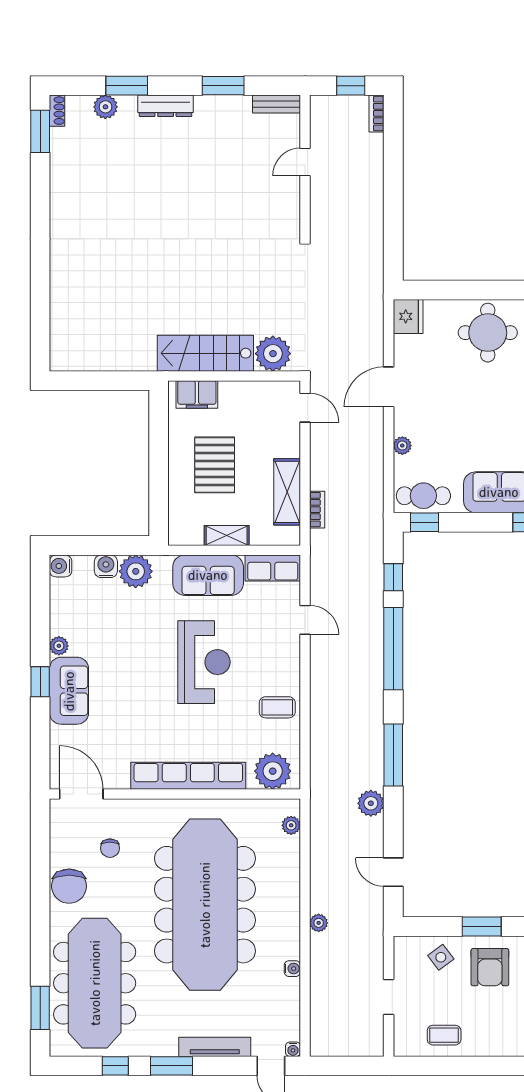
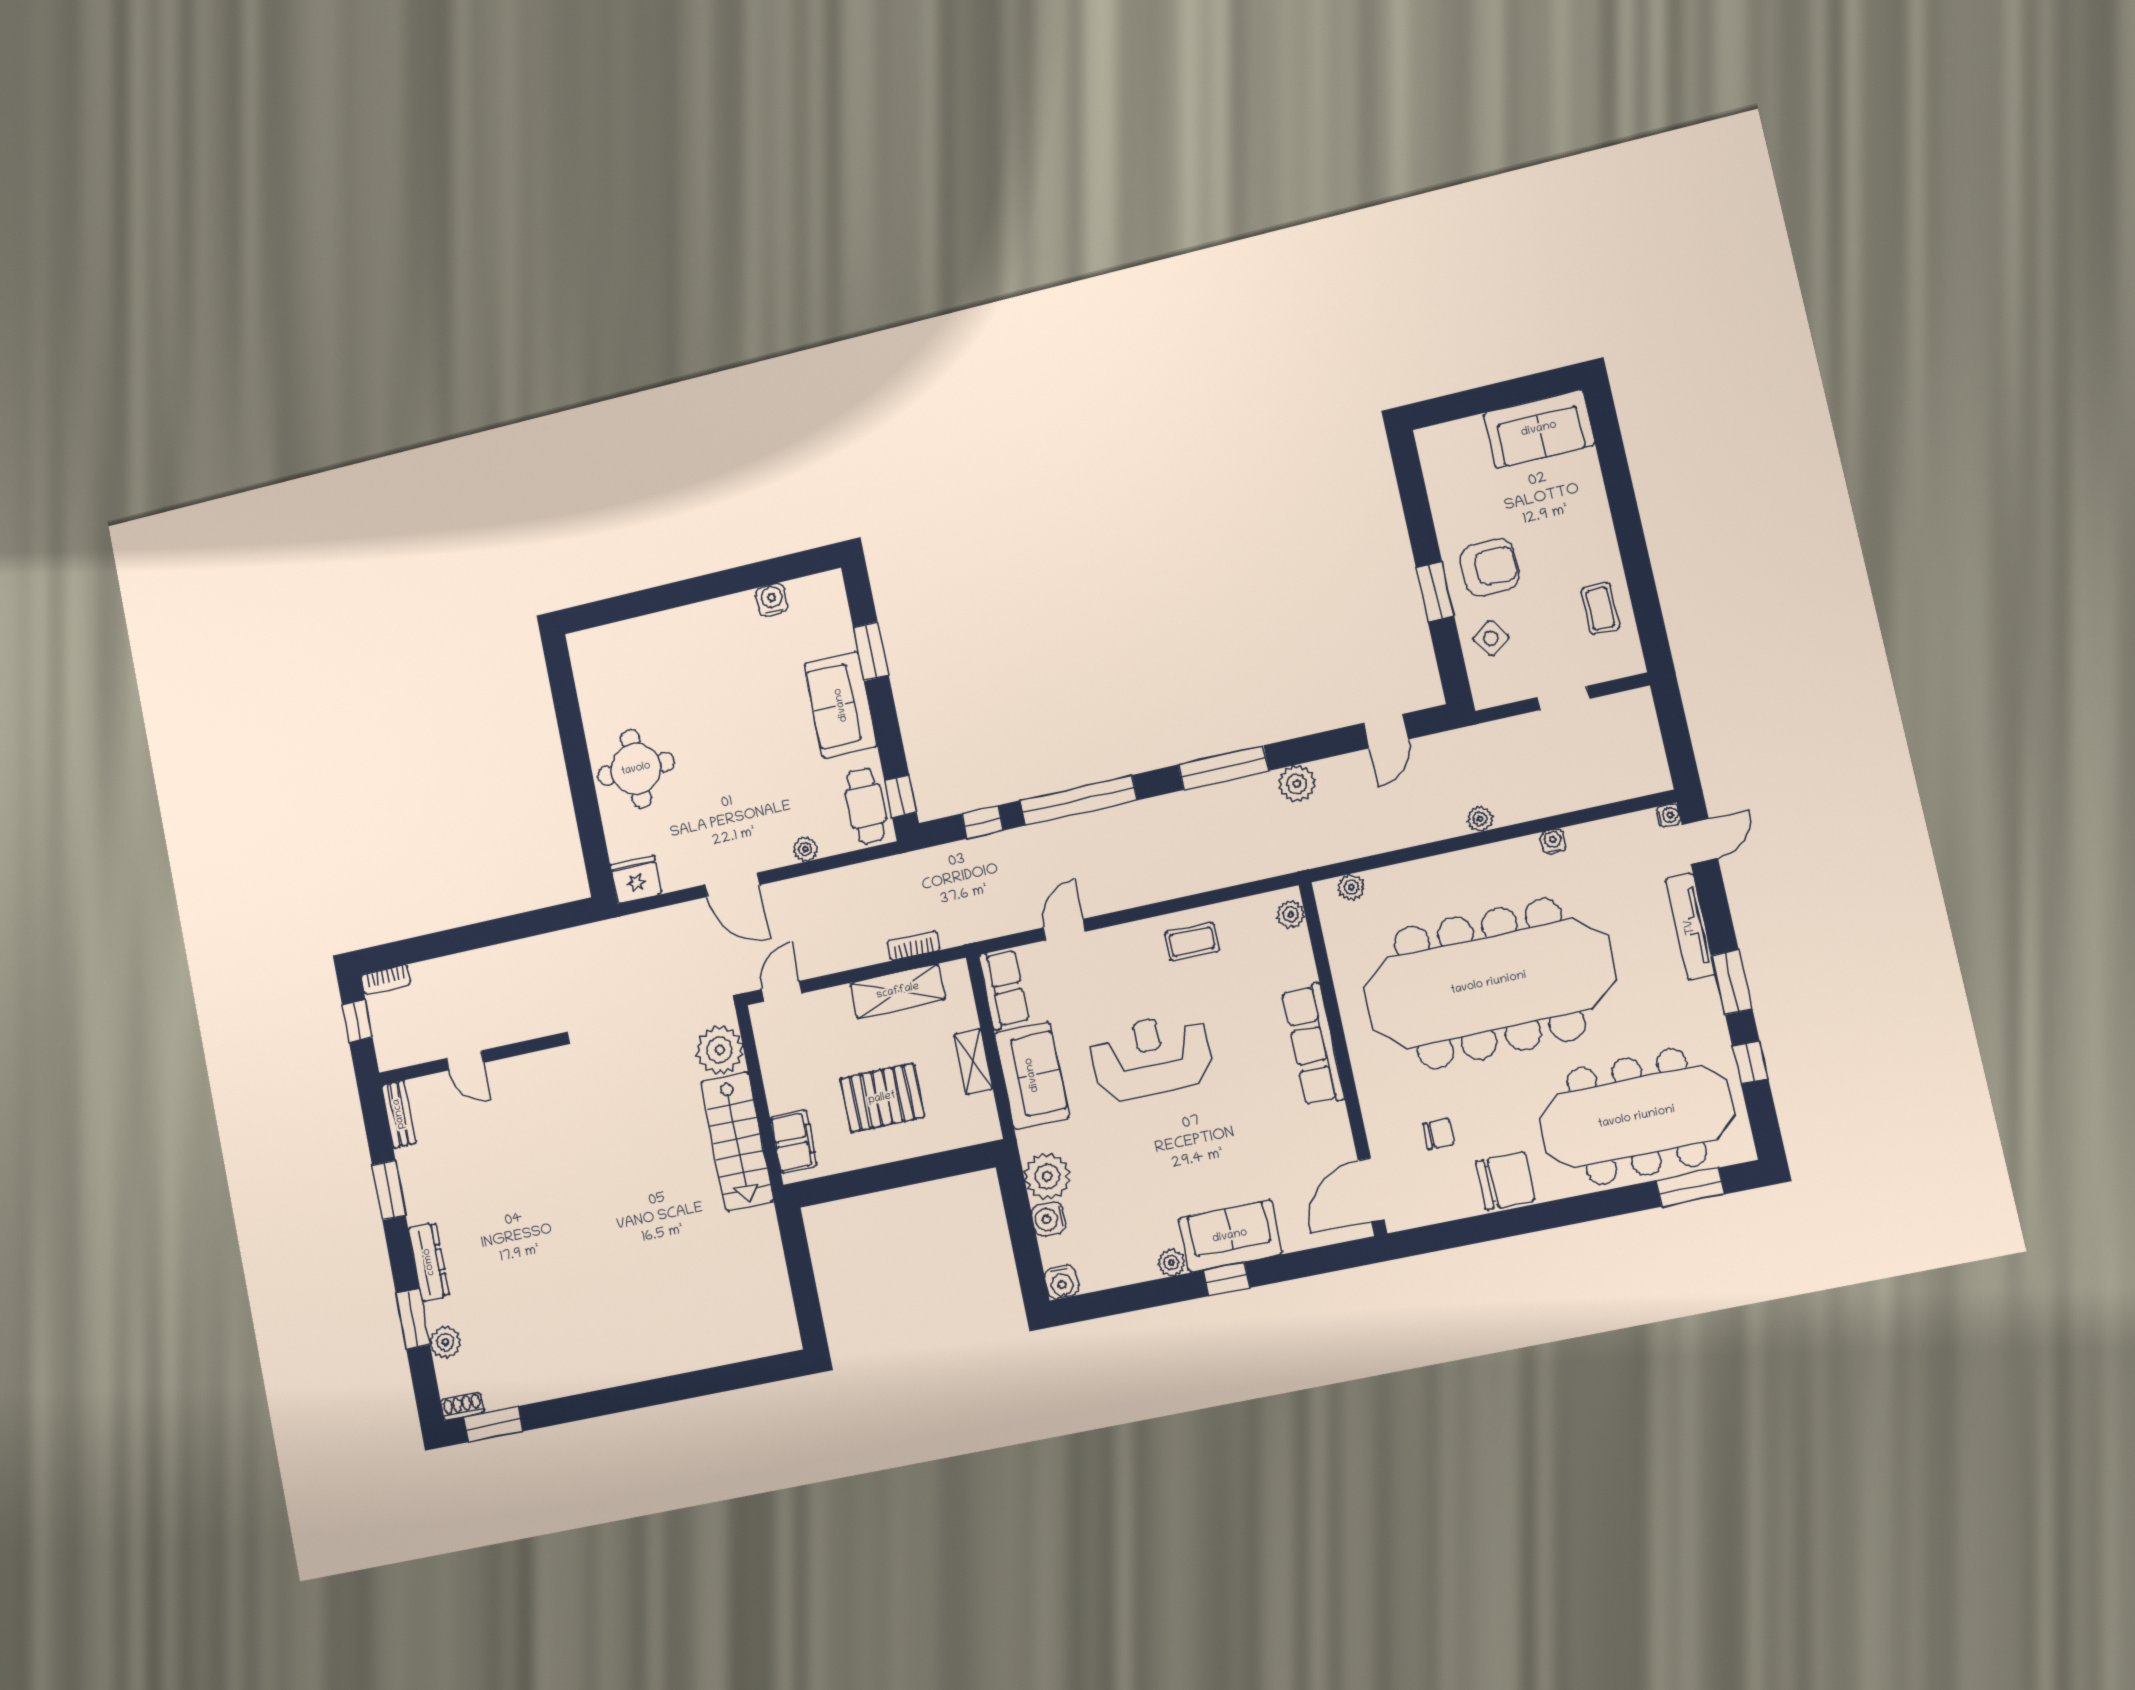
coffee table: (277, 707) -> (1192, 942), turned 90
plant: (273, 771) -> (1291, 915), width x0.53, depth x0.53
row of seats: (188, 776) -> (1313, 1045), width x0.73

